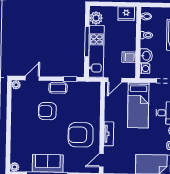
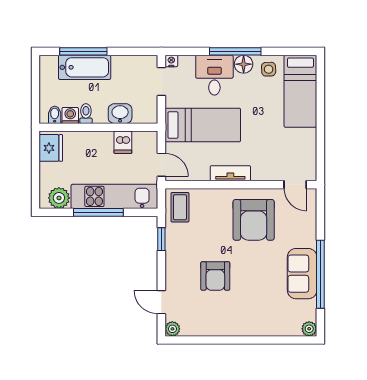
washing machine: (145, 69) -> (70, 115), moved
coffee table: (58, 88) -> (180, 207), moved
tv unit: (109, 134) -> (230, 173), moved

